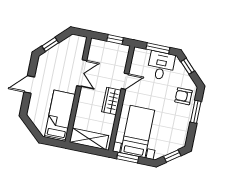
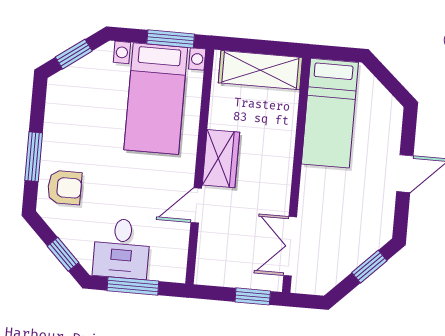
window: (115, 39) -> (253, 296), moved
double door: (82, 73) -> (290, 246), moved

